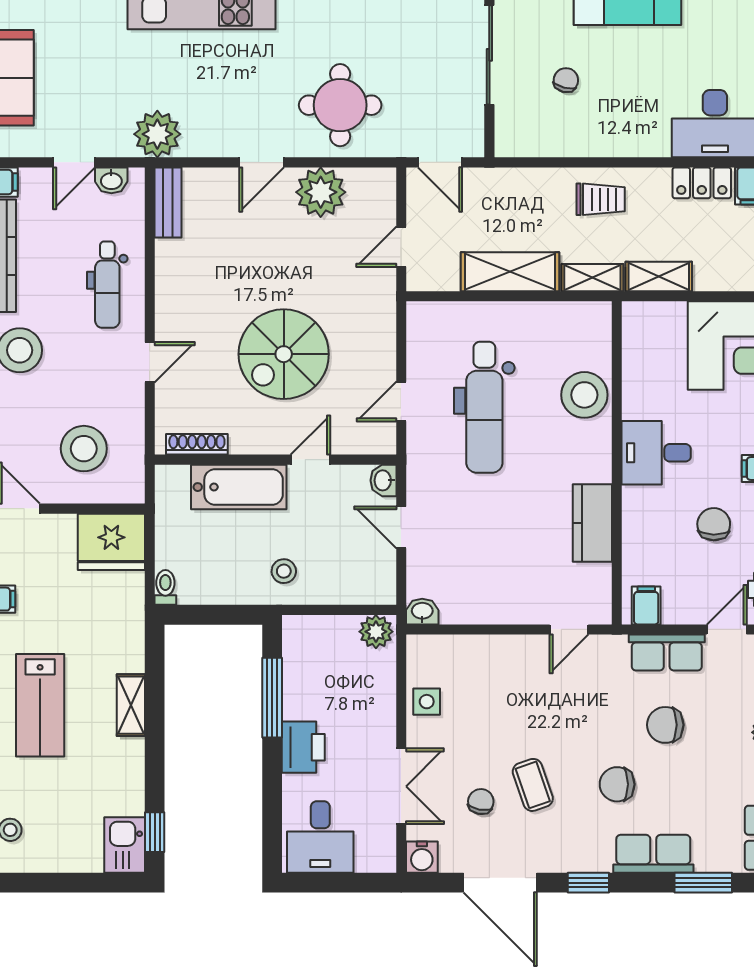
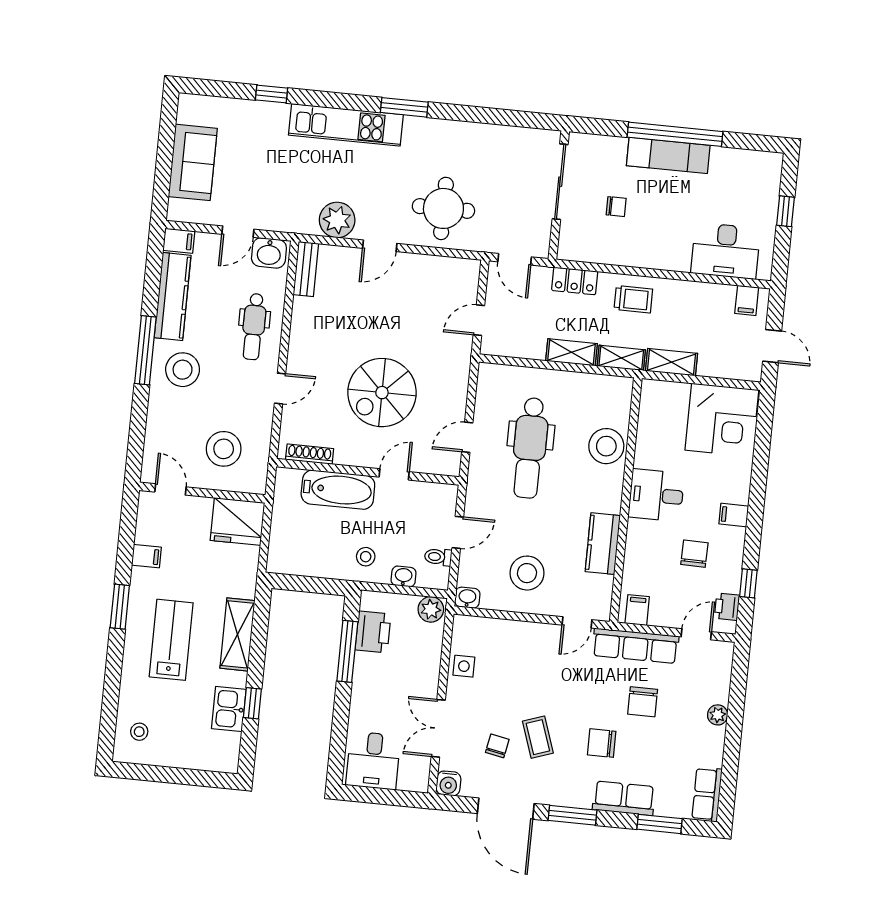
chair: (566, 80) -> (616, 207), turned 76
plant: (157, 134) -> (337, 220), moved
washbasin: (111, 180) -> (269, 253), width x1.38, depth x1.45
locker: (702, 183) -> (575, 281), moved
plant: (321, 192) -> (422, 273), removed
shelving: (510, 272) -> (571, 352), width x0.67, depth x0.75
washbasin: (383, 480) -> (404, 576), moved, turned 90
door: (401, 527) -> (458, 532), swing flipped
stool: (497, 571) -> (527, 573), added
toilet: (165, 587) -> (438, 557), moved, turned -90
row of seats: (667, 652) -> (635, 646), width x1.48
lab bench: (40, 705) -> (171, 640), turned 180
shelving: (131, 705) -> (238, 634), width x1.50, depth x1.33
chair: (665, 725) -> (643, 702), turned -90
printer: (303, 747) -> (373, 632), moved
double door: (401, 786) -> (438, 728), swing flipped
window: (155, 832) -> (252, 703), moved
kitchen sink: (125, 845) -> (229, 709), moved
window: (588, 883) -> (572, 815), width x1.50

